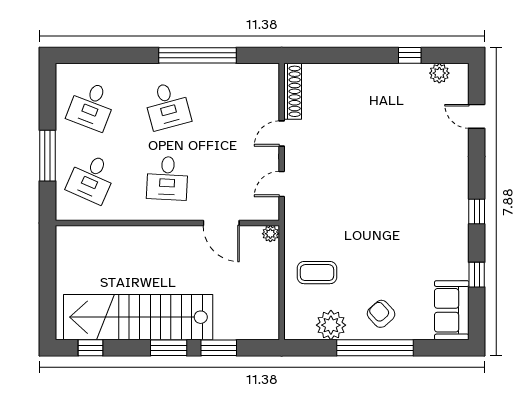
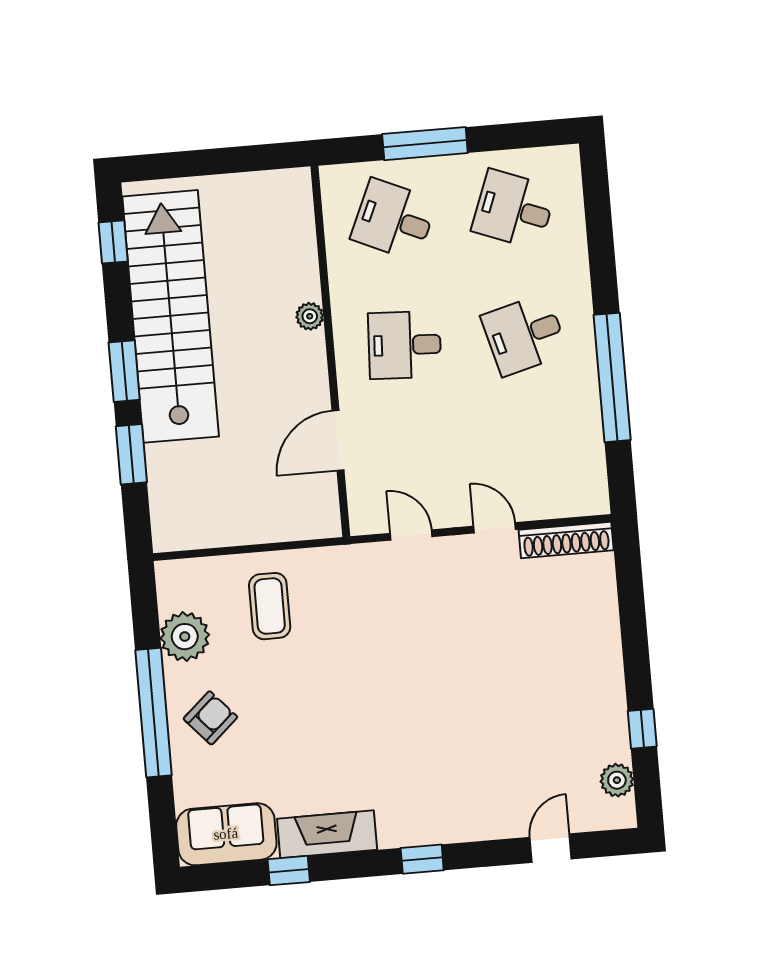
window: (477, 212) -> (422, 859), moved
plant: (270, 234) -> (310, 316), moved
fireplace: (457, 250) -> (327, 834), added

